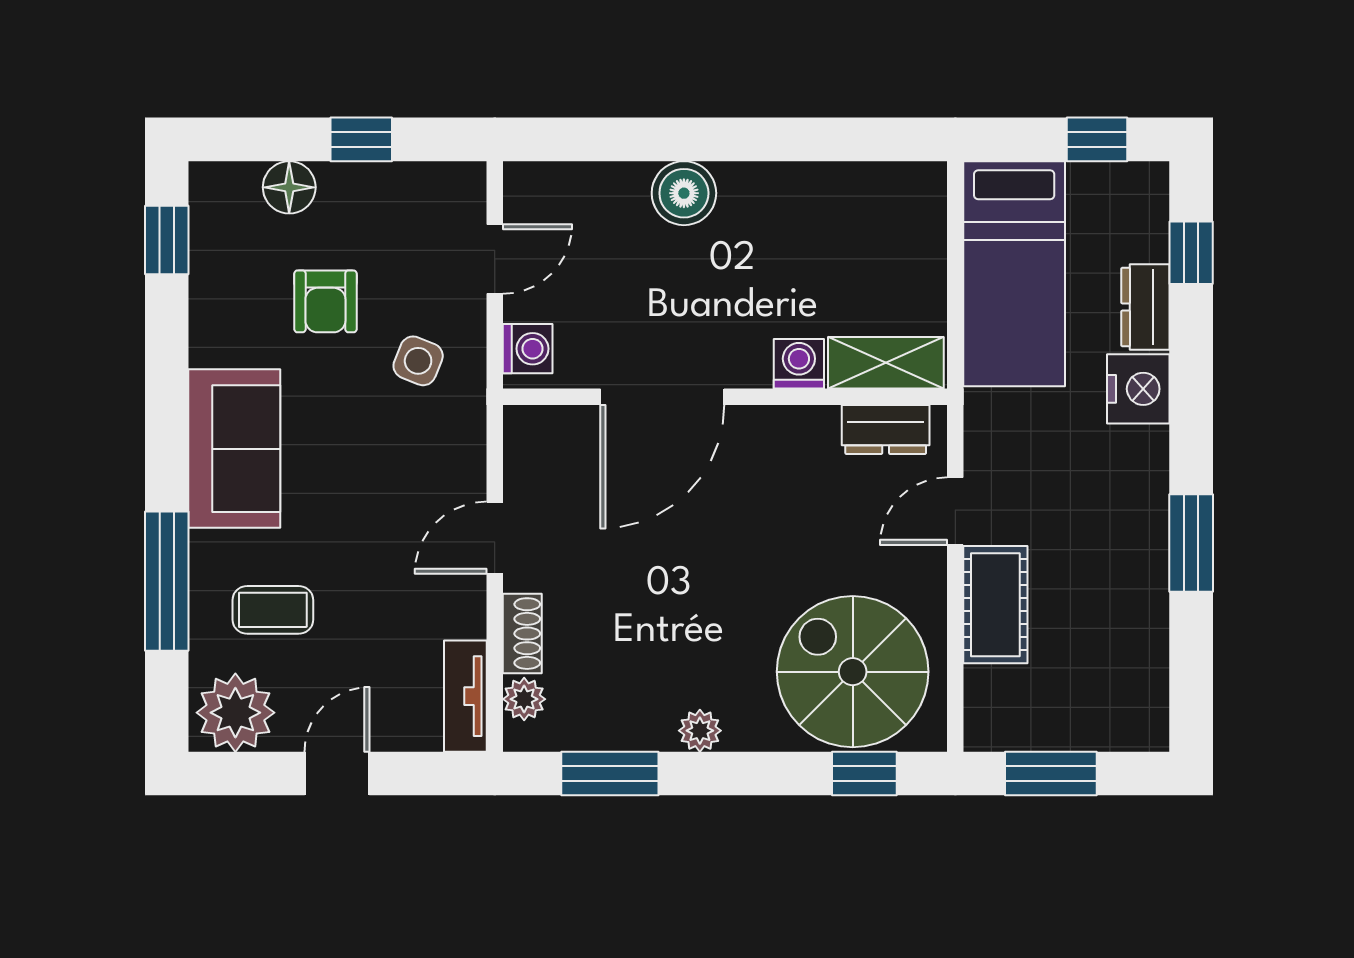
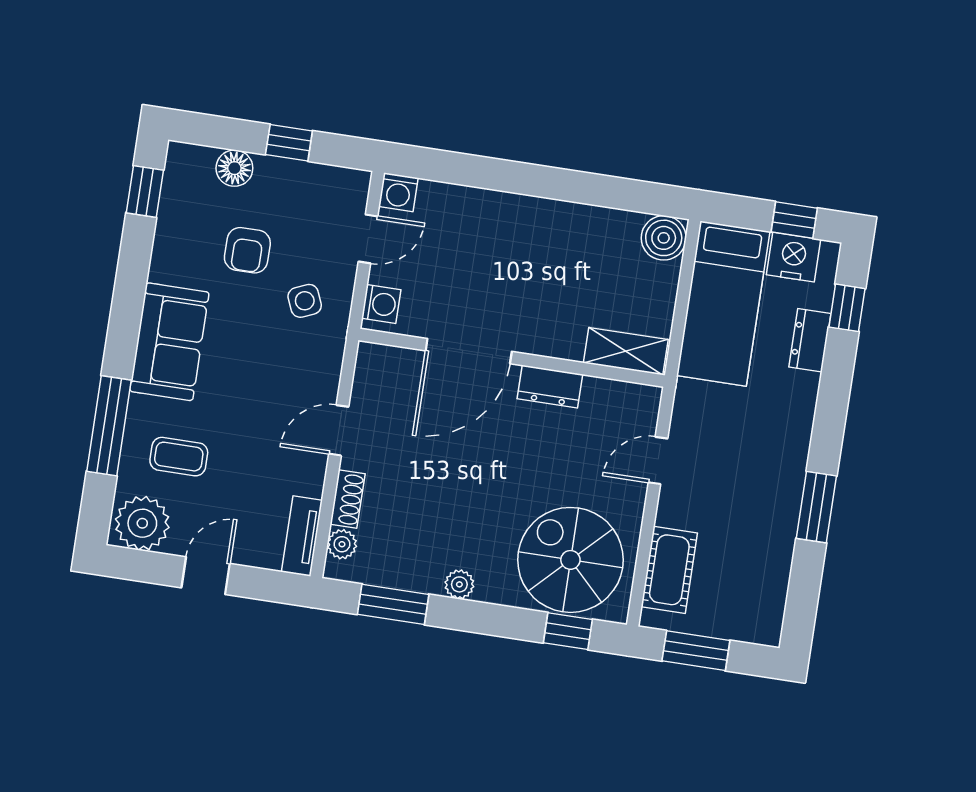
boiler: (684, 193) -> (664, 238), moved
side table: (418, 361) -> (305, 301), turned 45
washing machine: (799, 364) -> (398, 192), moved, turned 180
nightstand: (1138, 389) -> (793, 257), moved, turned -90
dresser: (886, 430) -> (550, 387), moved
cot: (995, 605) -> (669, 570), moved

